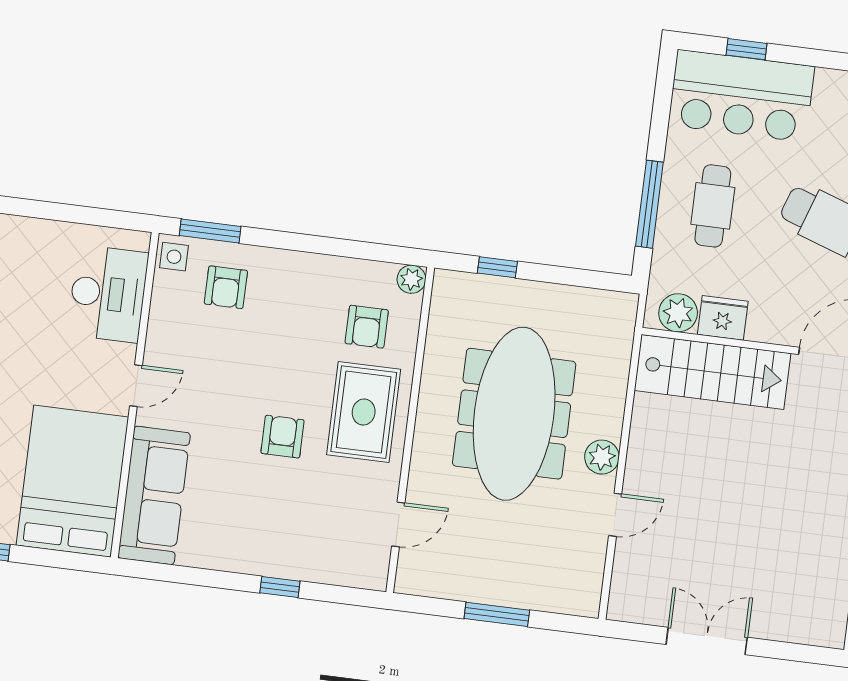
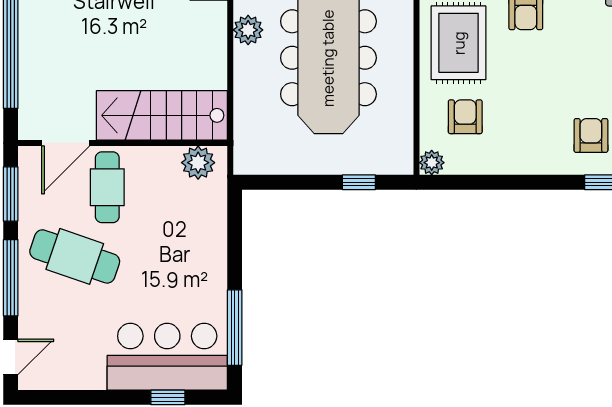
window: (649, 204) -> (235, 328), moved
cafe table: (713, 206) -> (107, 187), moved
fridge: (723, 318) -> (159, 163), removed

